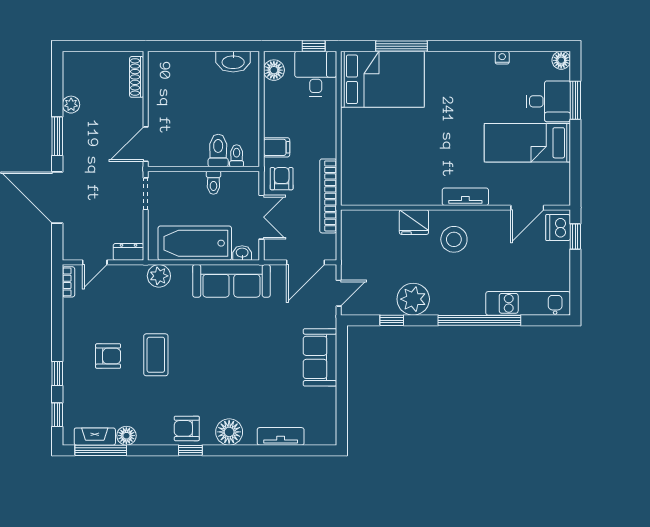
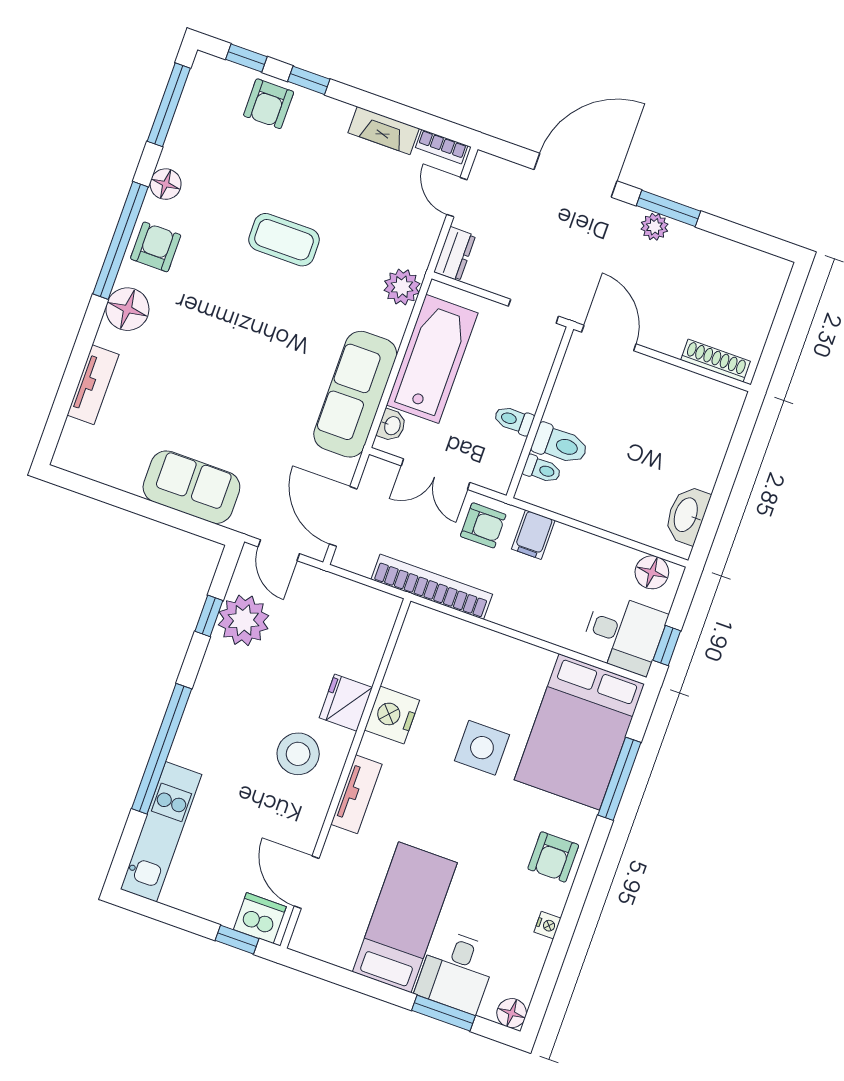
armchair: (461, 68) -> (553, 857), added
plant: (71, 105) -> (655, 227), moved
side table: (412, 133) -> (482, 748), added
nightstand: (412, 192) -> (392, 715), added
plant: (413, 299) -> (244, 620), moved
armchair: (108, 356) -> (269, 104), moved
floor lamp: (126, 436) -> (166, 184), moved
fireplace: (95, 437) -> (384, 131), moved, turned 90
window: (190, 450) -> (121, 240), width x3.17

